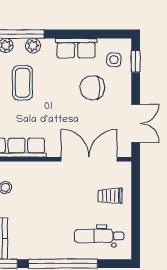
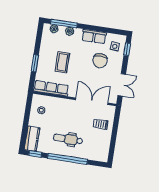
coffee table: (23, 83) -> (62, 62), moved
chair: (92, 88) -> (100, 61), turned -90
dental chair: (99, 236) -> (68, 139), moved

